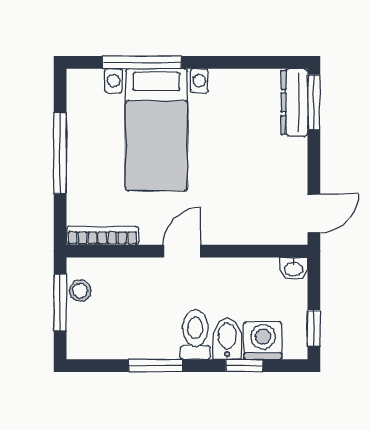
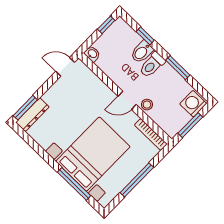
bed with nightstands: (156, 130) -> (93, 154), width x1.36
stool: (80, 291) -> (147, 105), moved
washing machine: (263, 341) -> (193, 104), moved, turned 90

